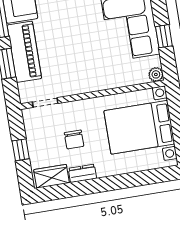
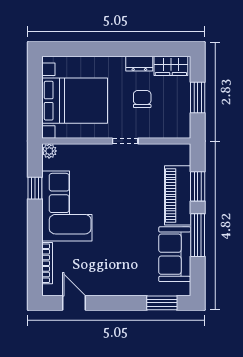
doorway: (45, 103) -> (125, 141), moved
window: (21, 150) -> (198, 97), width x1.50

